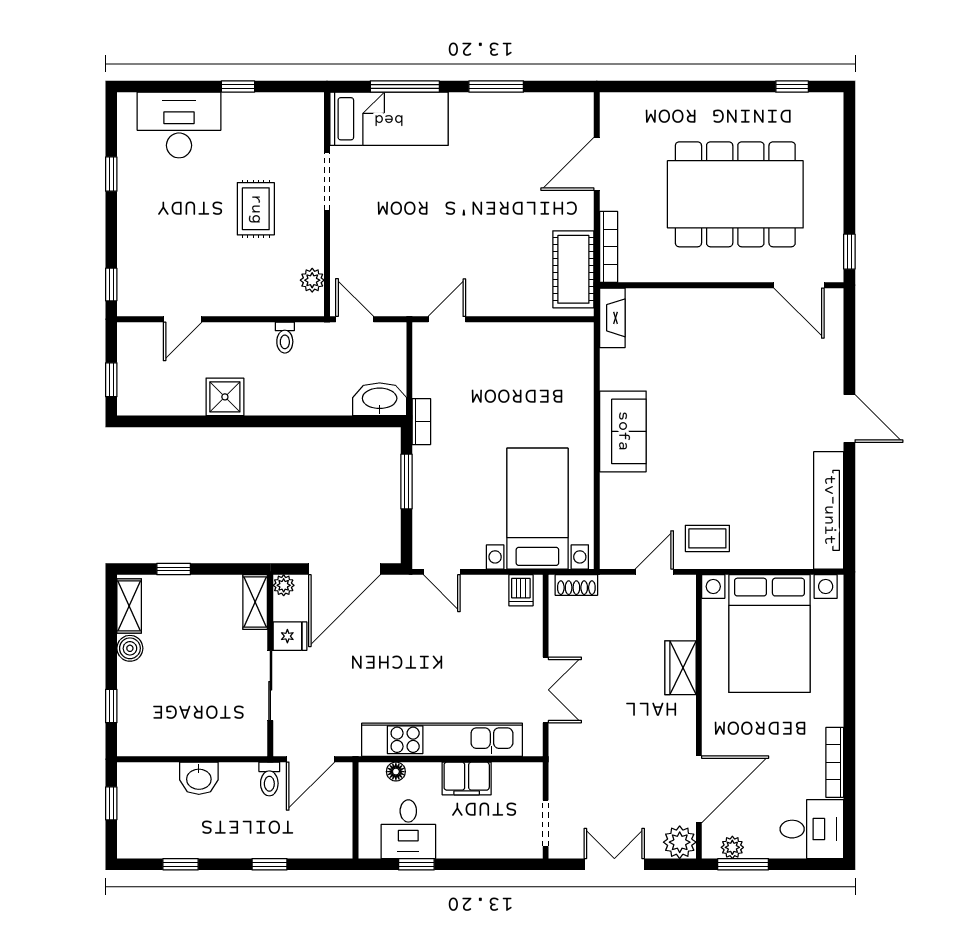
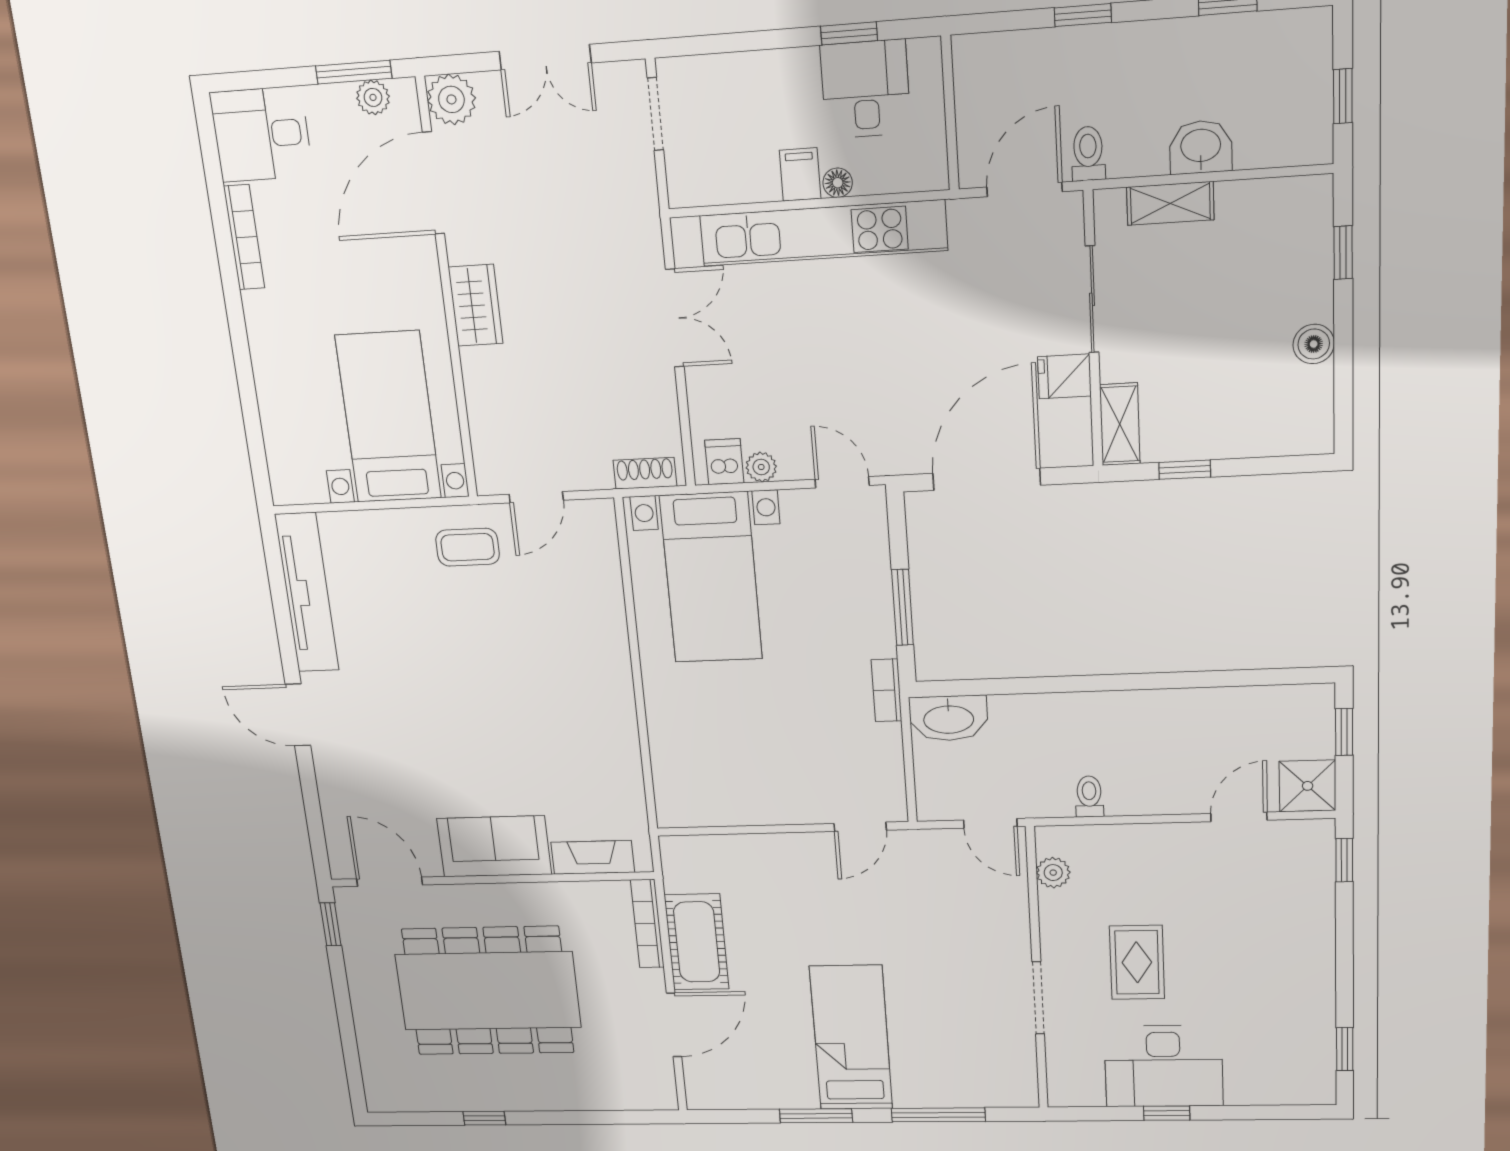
window: (792, 86) -> (484, 1118), moved
bed: (389, 119) -> (851, 1038), moved, turned 90
desk: (179, 125) -> (1164, 1066), moved
window: (111, 174) -> (1345, 1049), moved
cot: (573, 269) -> (697, 942), moved
fireplace: (612, 318) -> (593, 857), moved, turned 90
shower: (225, 397) -> (1308, 786), moved
sofa: (623, 431) -> (494, 846), moved, turned 90
window: (174, 569) -> (1185, 470), moved
plant: (284, 585) -> (761, 467), moved
shelving: (129, 606) -> (1170, 203), moved, turned 90
bed with nightstands: (769, 634) -> (388, 417), width x0.73
wardrobe: (680, 668) -> (476, 305), moved
double door: (546, 690) -> (675, 318), swing flipped
floor lamp: (396, 772) -> (838, 183), moved
filing cabinet: (467, 778) -> (800, 174), width x0.50

